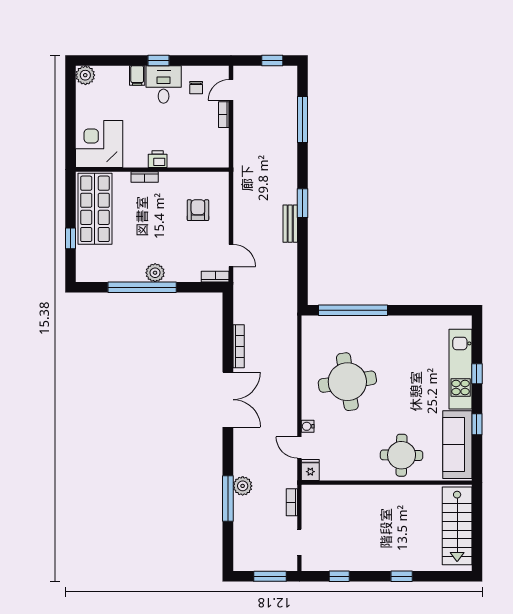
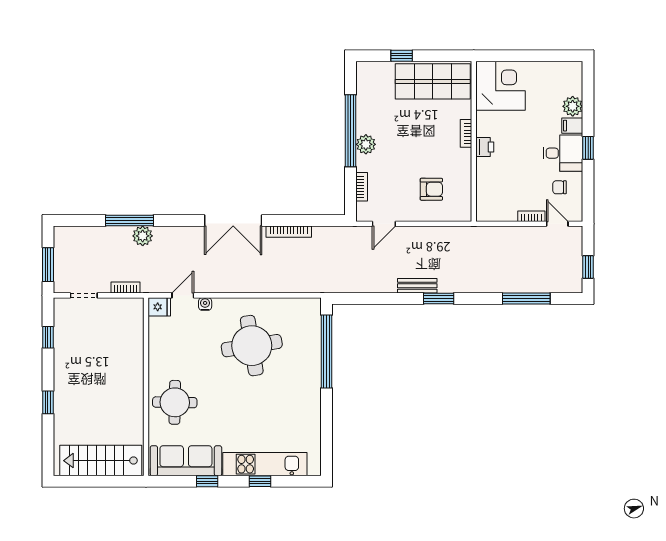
plant: (85, 75) -> (573, 106), moved
bookcase: (215, 277) -> (362, 187), moved

